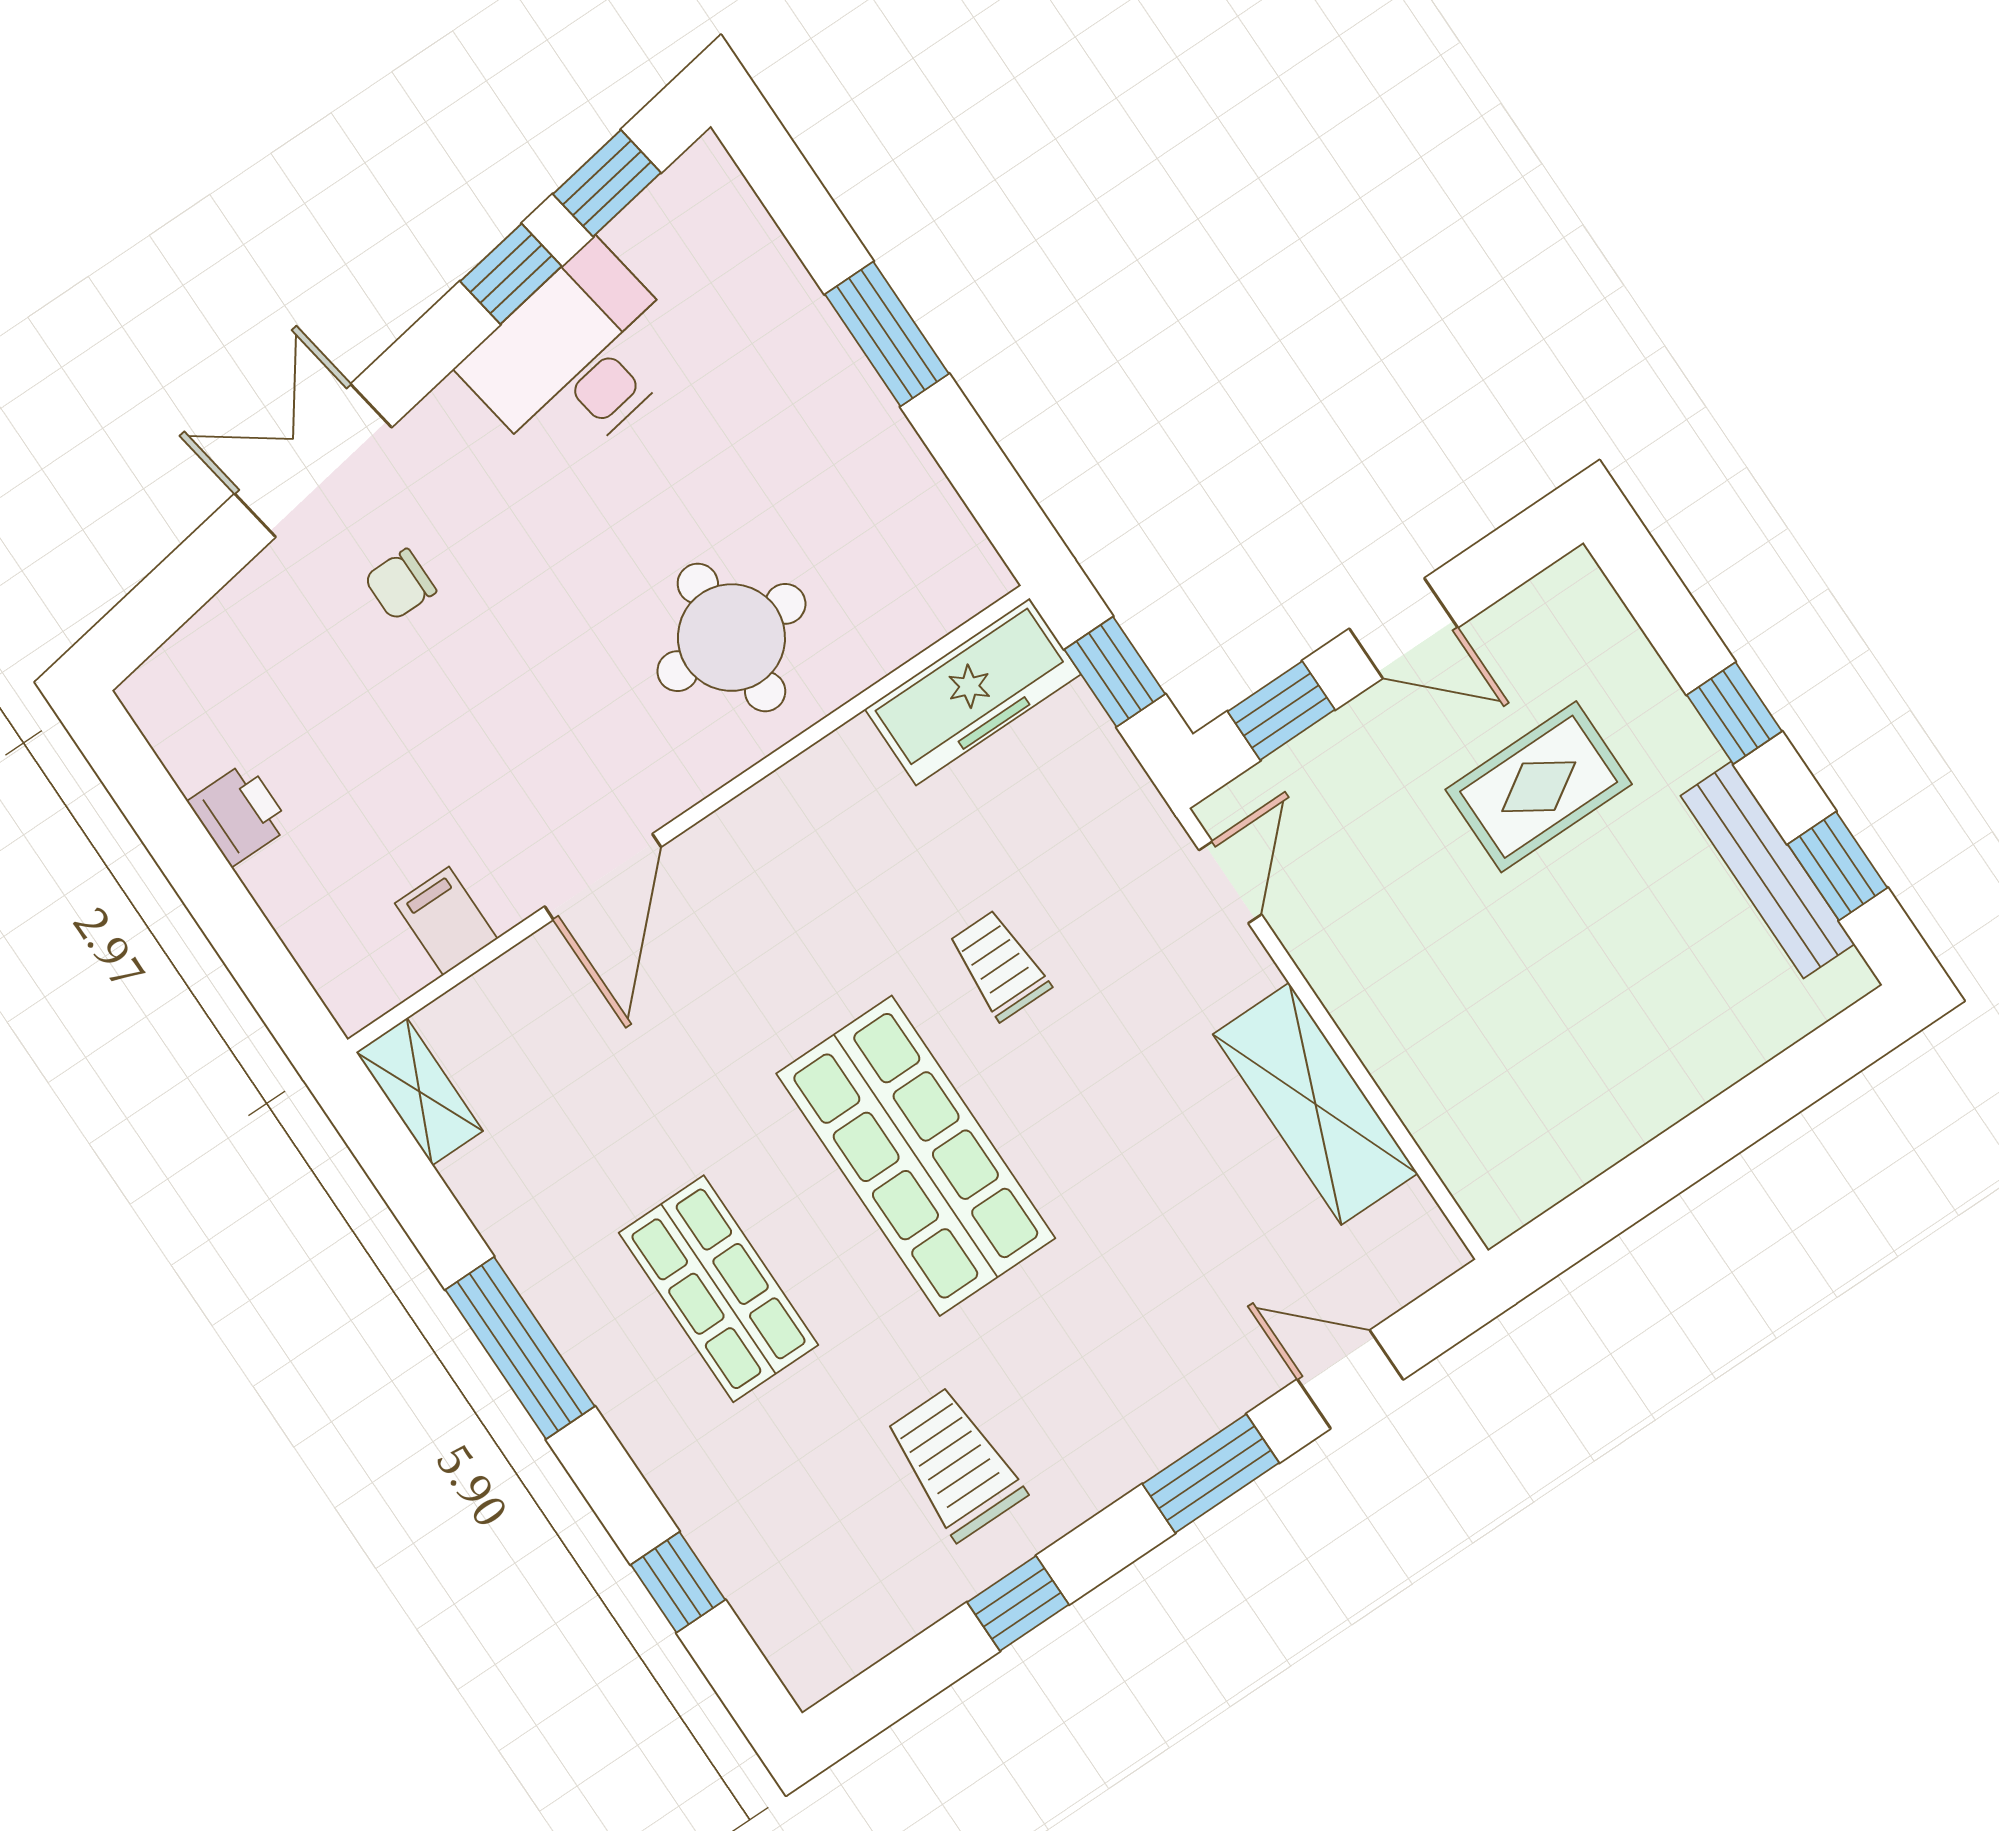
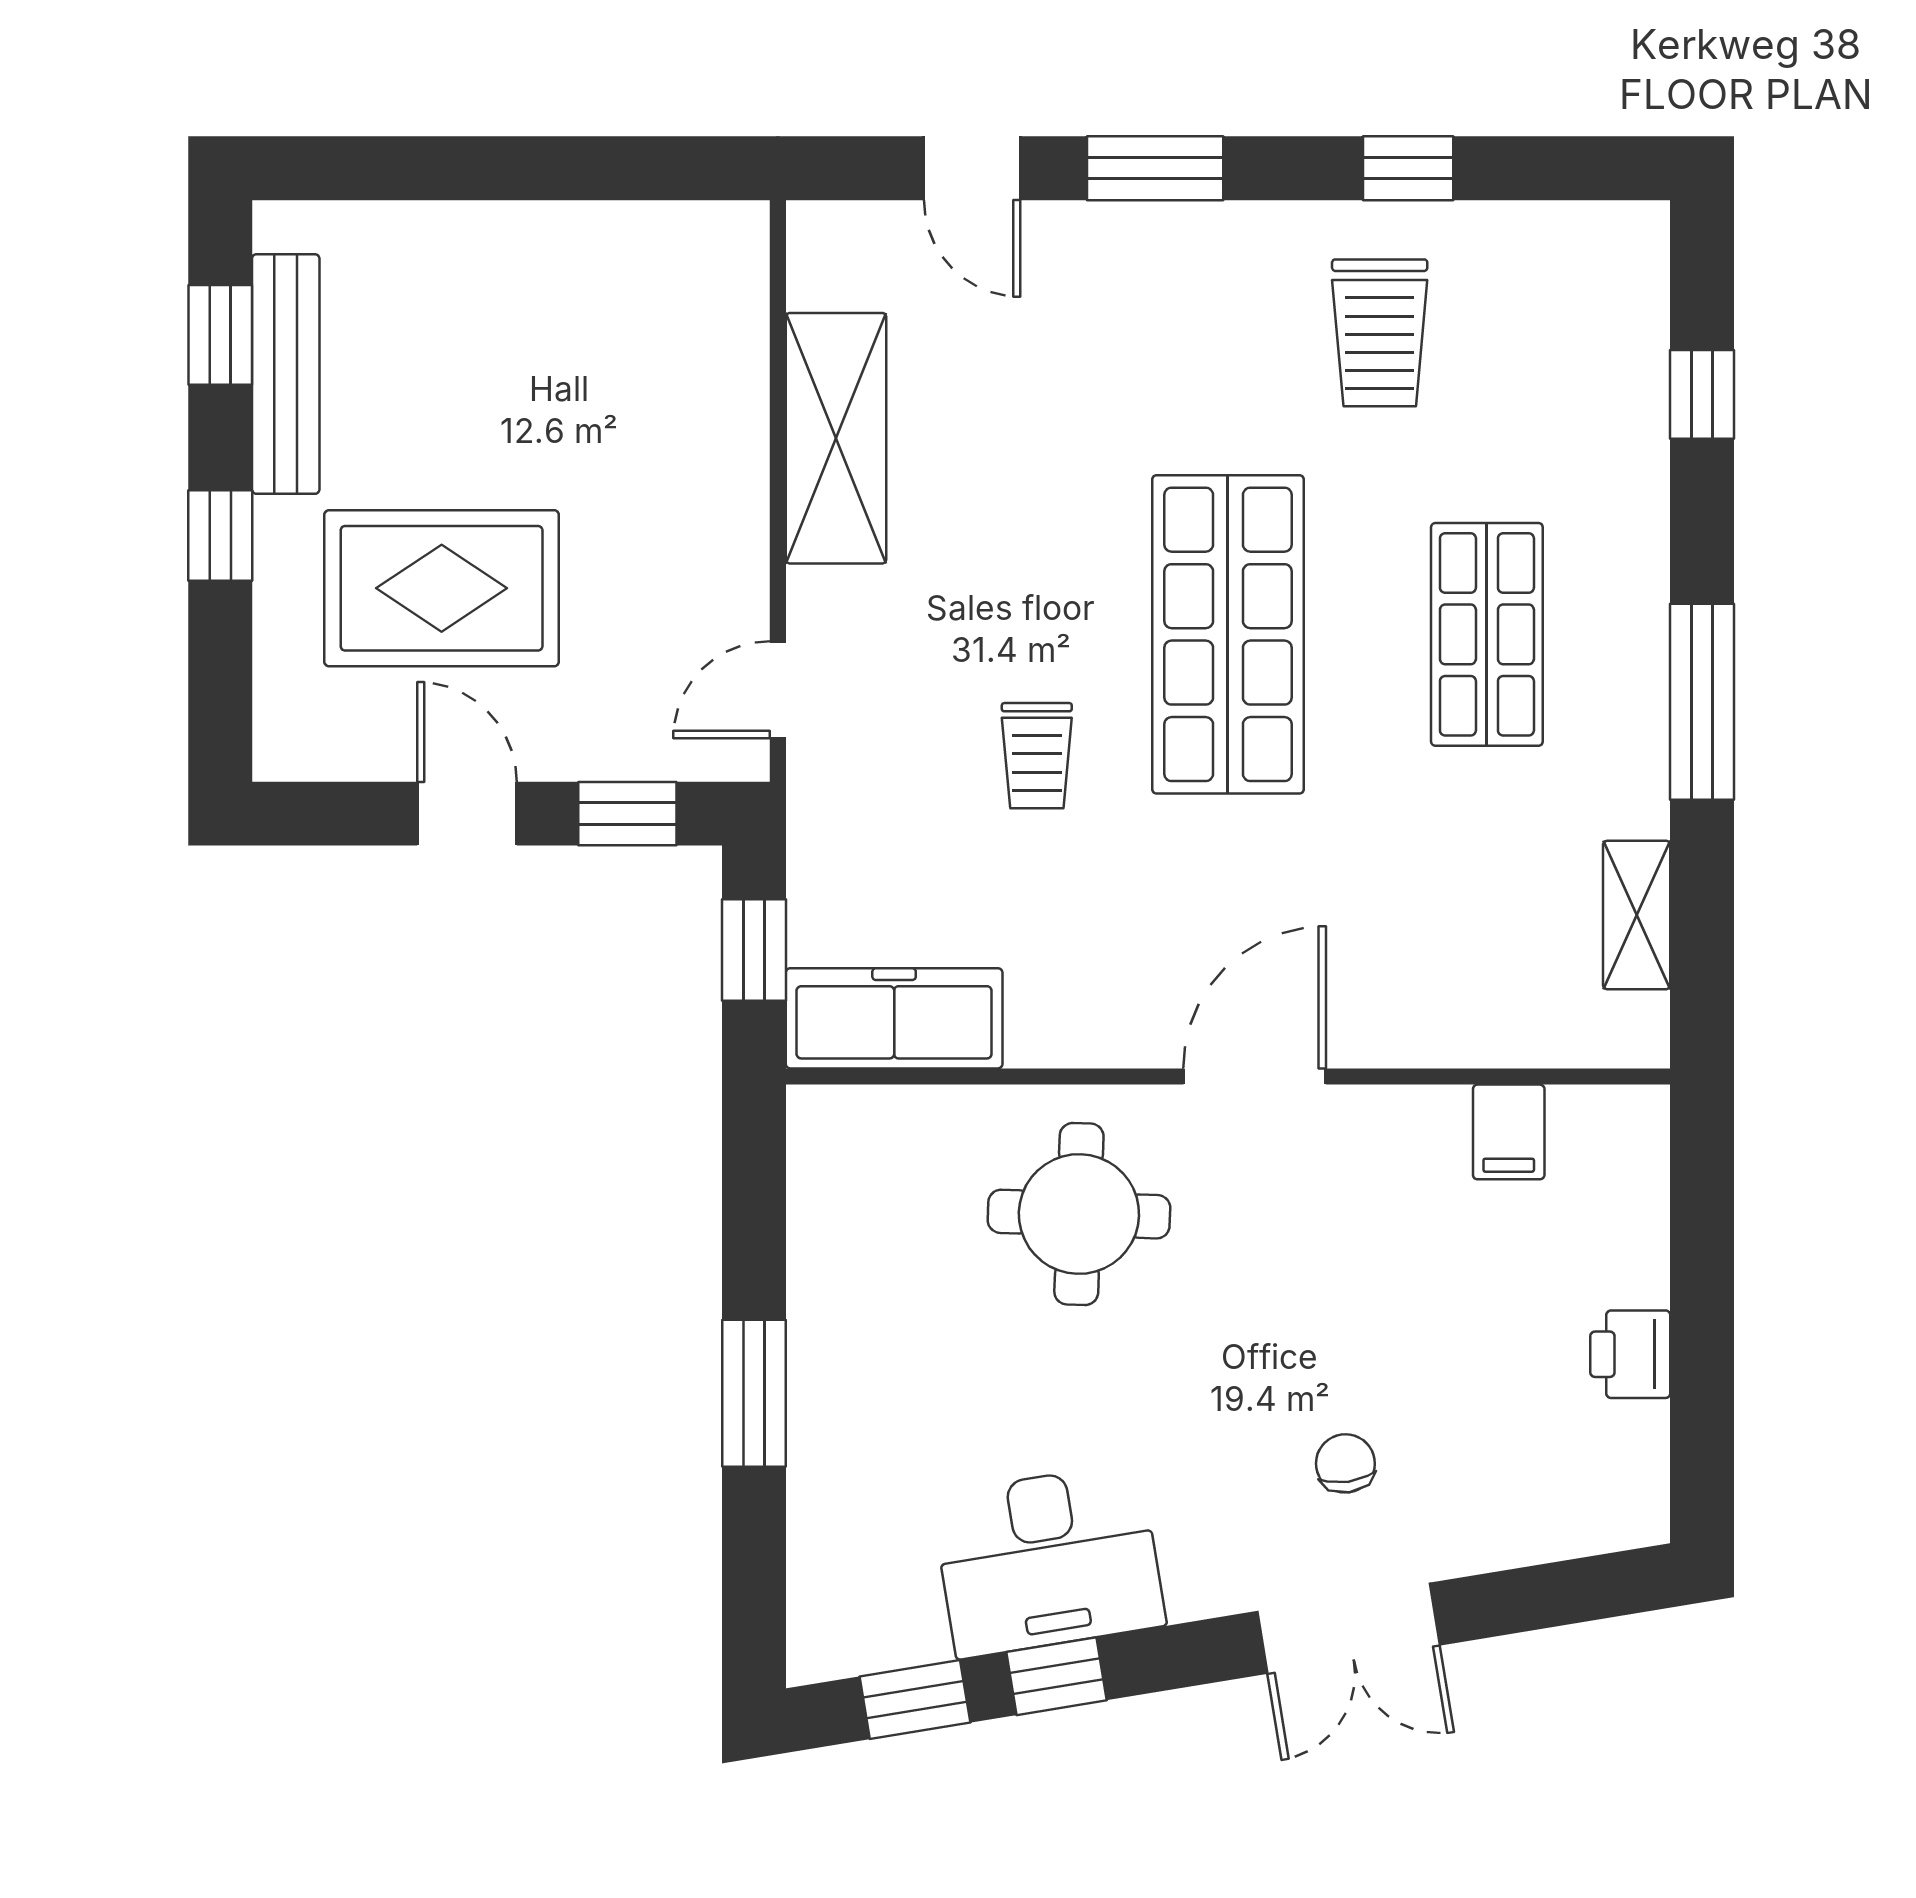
chair: (400, 584) -> (1345, 1463), turned -98
rug: (1539, 787) -> (442, 588), width x1.36, depth x1.43
door: (603, 877) -> (1255, 1077), moved
shelving: (419, 1092) -> (1637, 915), moved

